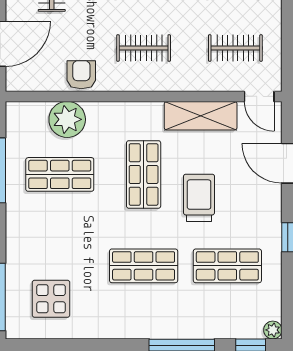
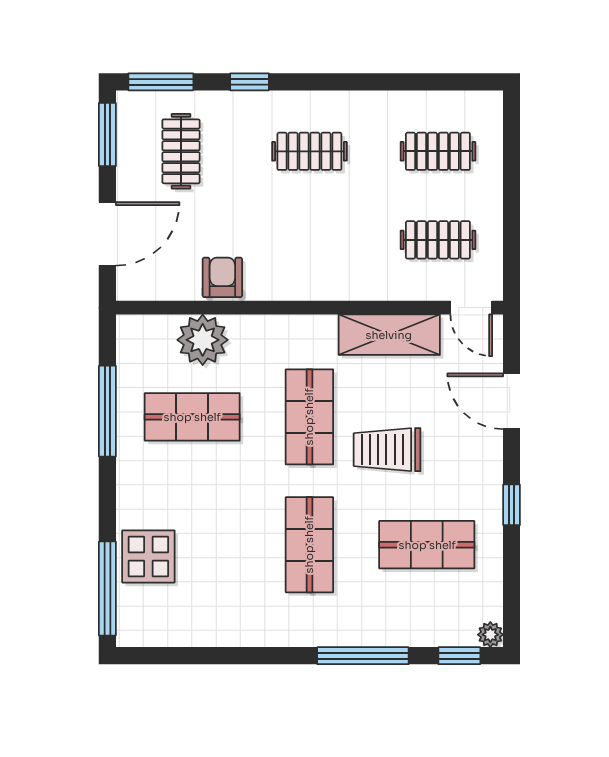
clothes rail: (144, 48) -> (309, 240), removed
trolley: (199, 198) -> (387, 450), turned -90
shop shelf: (144, 266) -> (309, 545), turned 90
display table: (51, 299) -> (148, 556), moved

